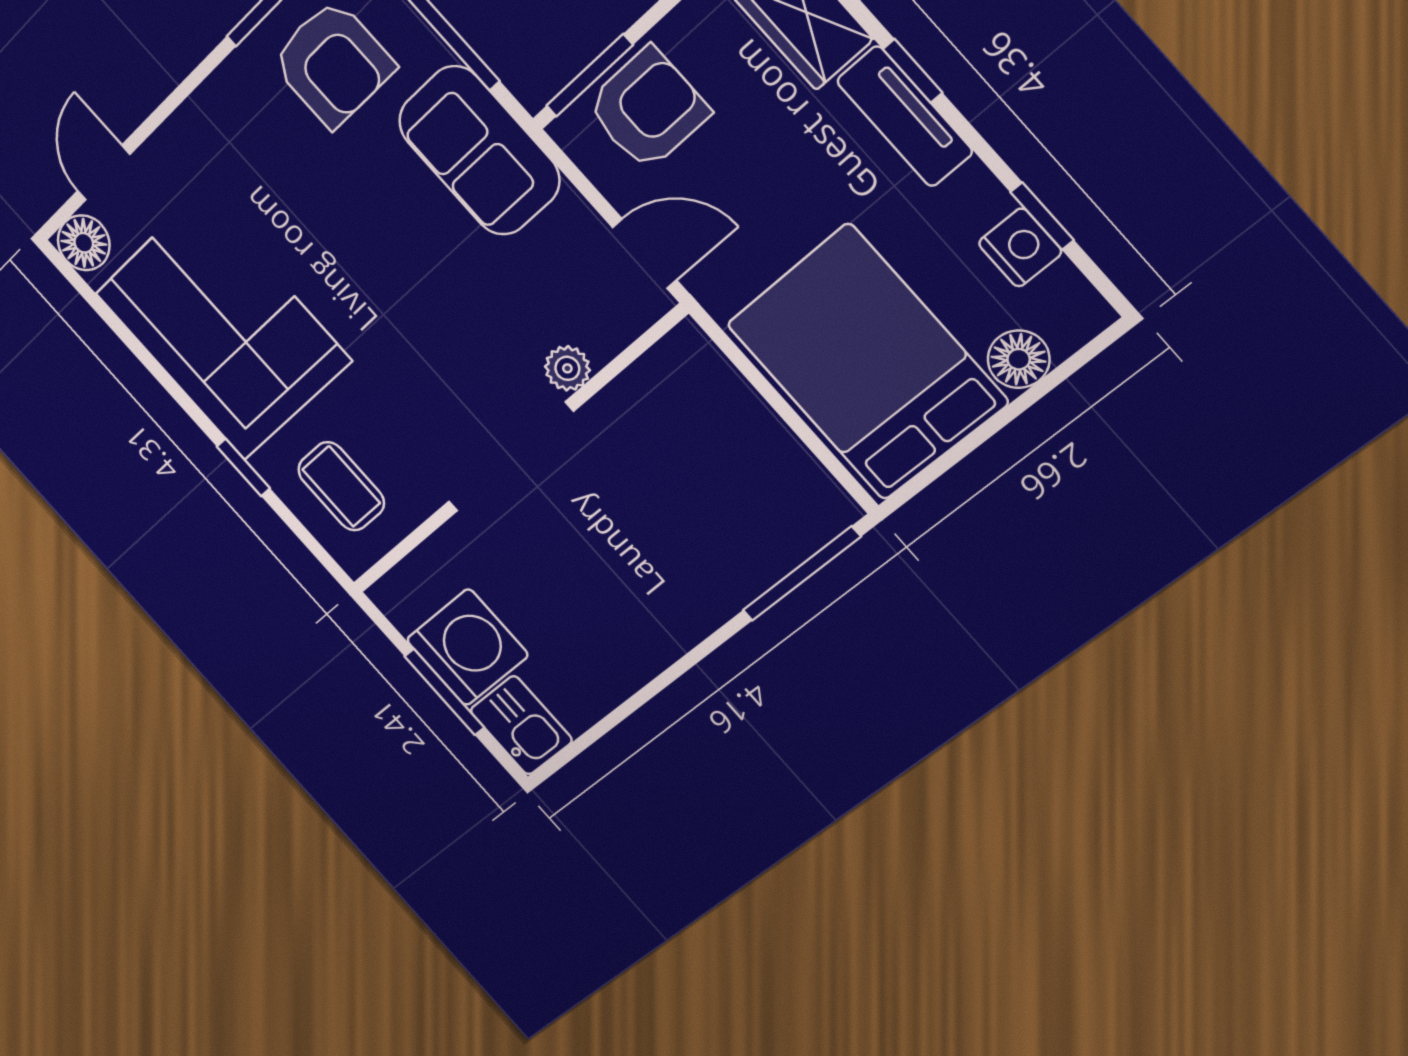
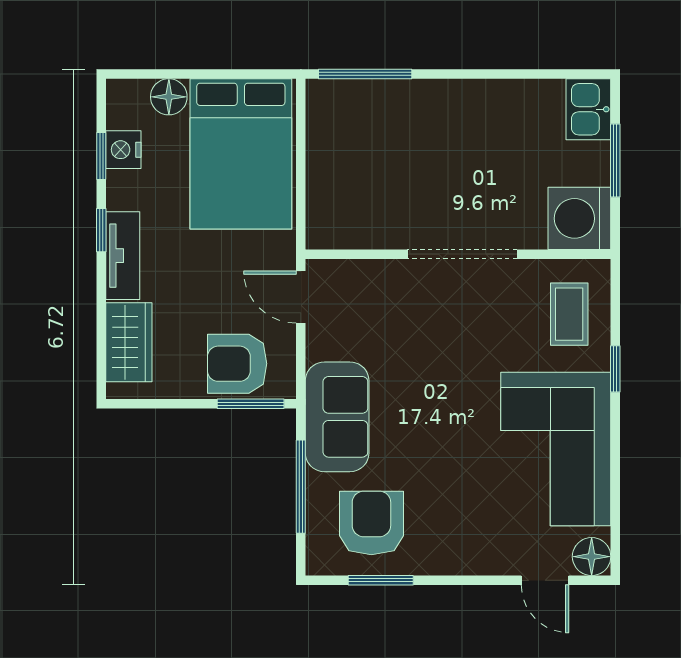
window: (913, 71) -> (101, 230), moved
door: (104, 173) -> (545, 580), hinge flipped
plant: (567, 368) -> (391, 274), removed
washing machine: (467, 647) -> (579, 218), moved

